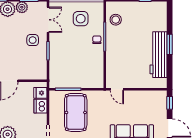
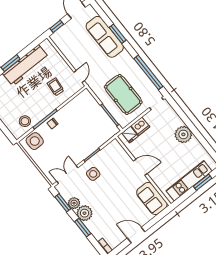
side table: (81, 19) -> (35, 141), moved
trolley: (123, 65) -> (56, 87), added
pool table: (76, 112) -> (123, 94), turned 90

